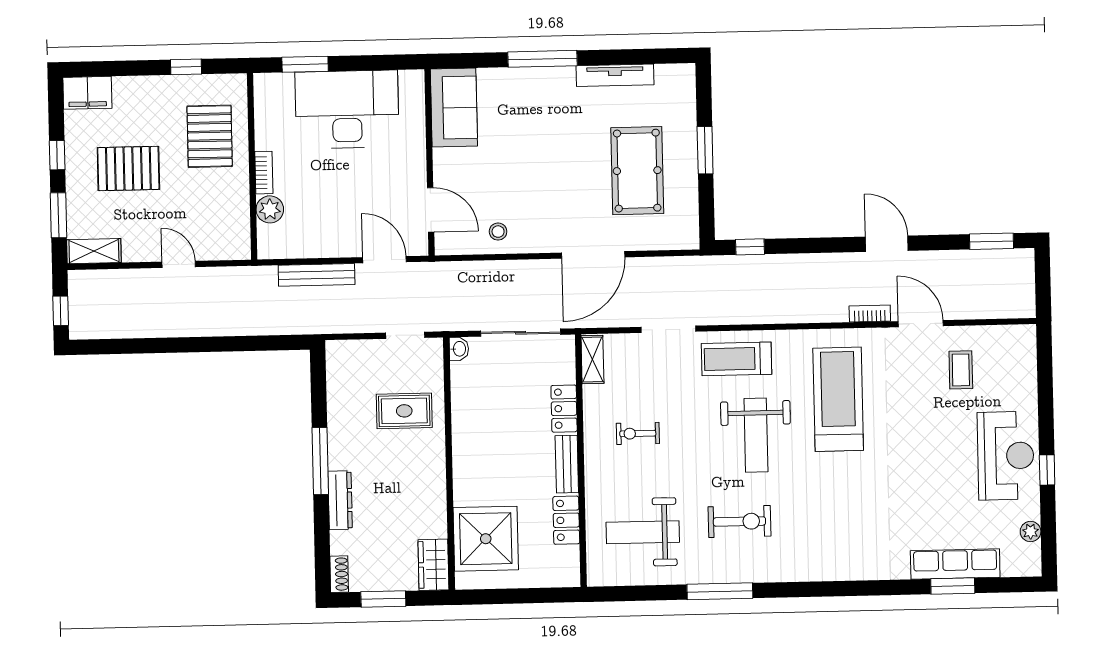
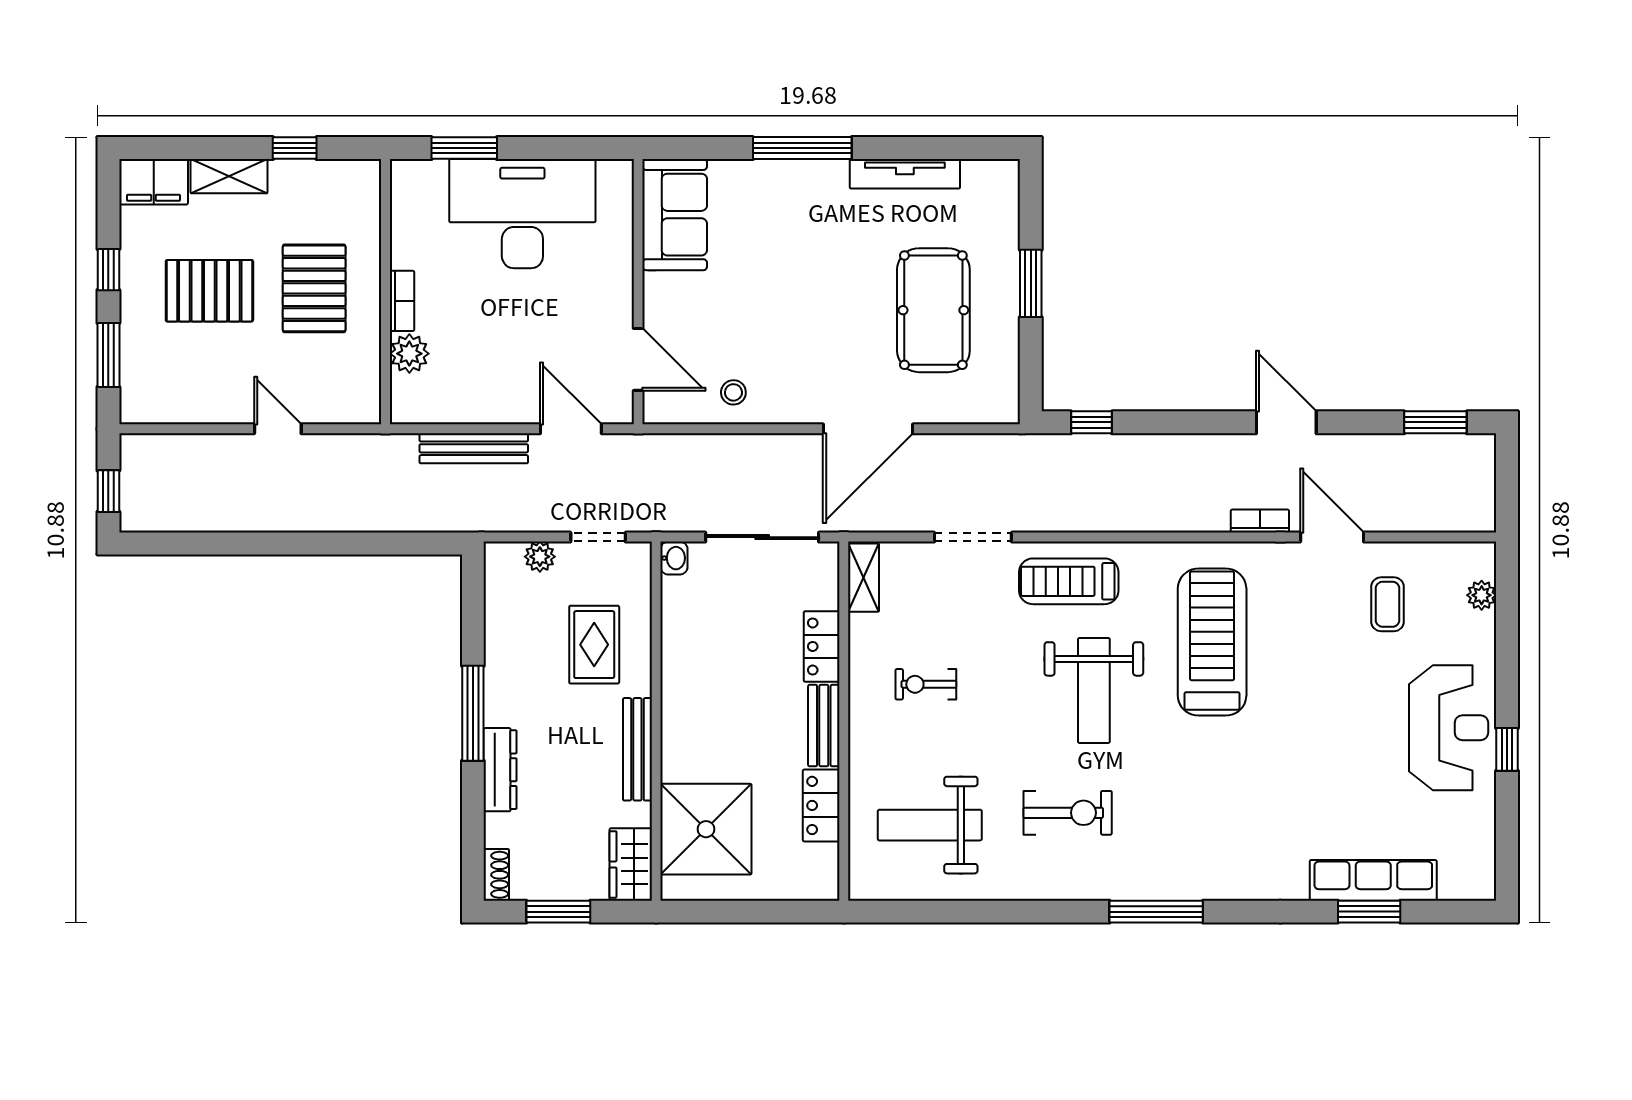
pallet: (210, 136) -> (314, 288), moved
shelving: (94, 251) -> (229, 176), moved
plant: (365, 350) -> (540, 557), added
rug: (404, 411) -> (594, 645), turned 90
bench: (436, 484) -> (637, 749), added
plant: (1031, 532) -> (1482, 595), moved
window: (720, 591) -> (1156, 912), moved

